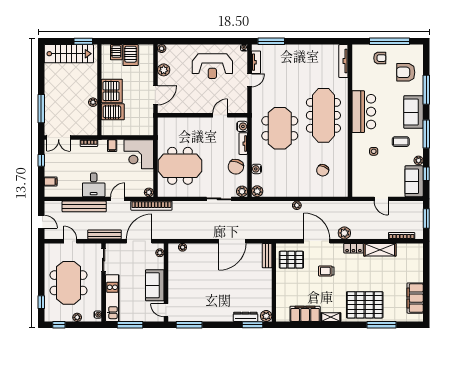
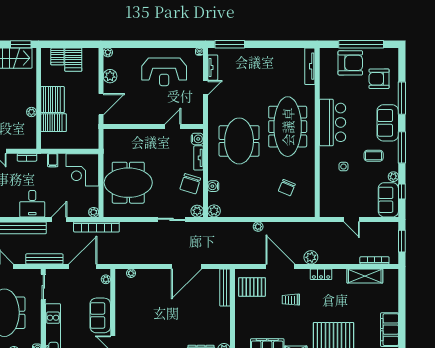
armchair: (380, 58) -> (350, 63), width x1.88, depth x1.88
shelving: (380, 250) -> (365, 276), moved
bench: (267, 256) -> (225, 287), width x1.36

